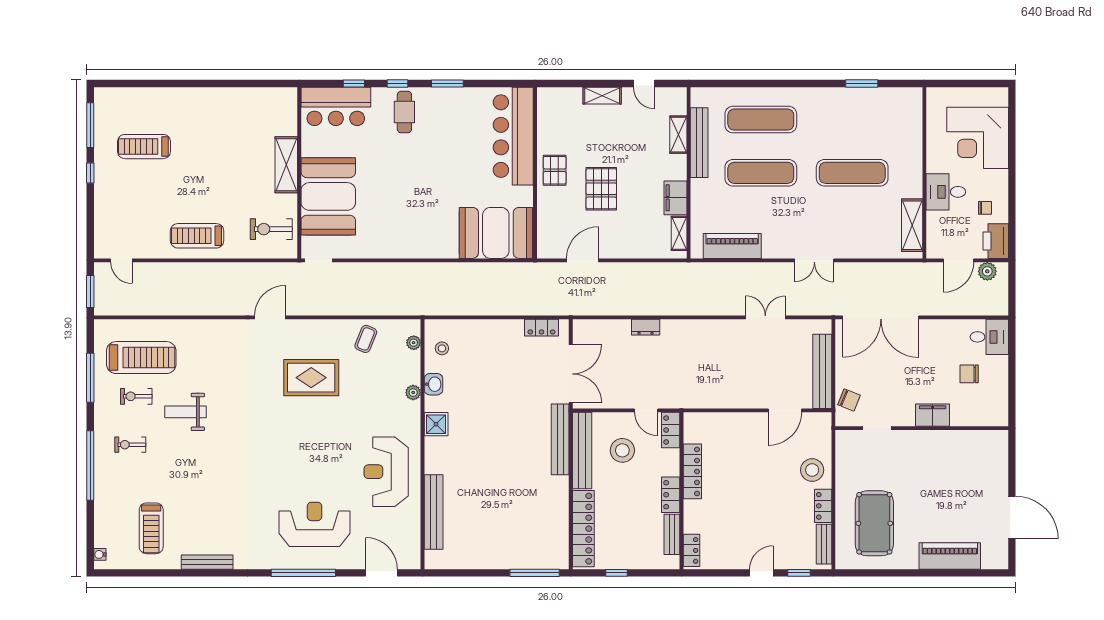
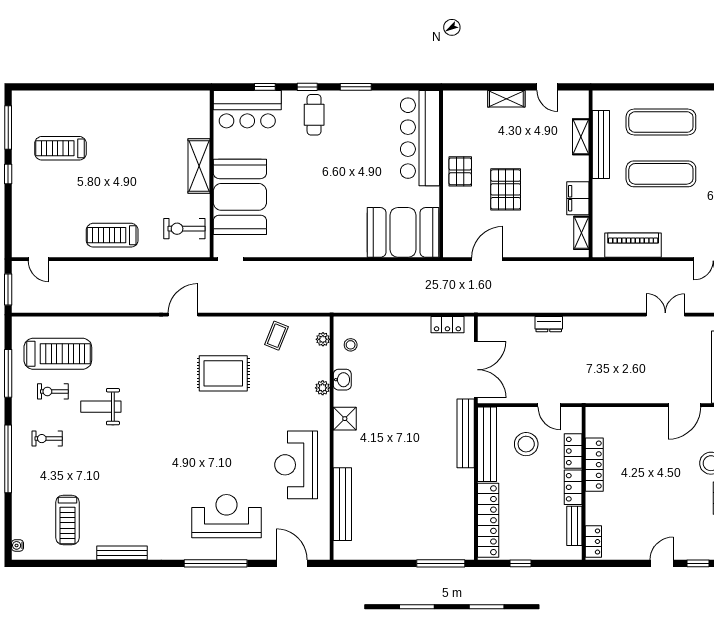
locker: (671, 430) -> (573, 451), moved

